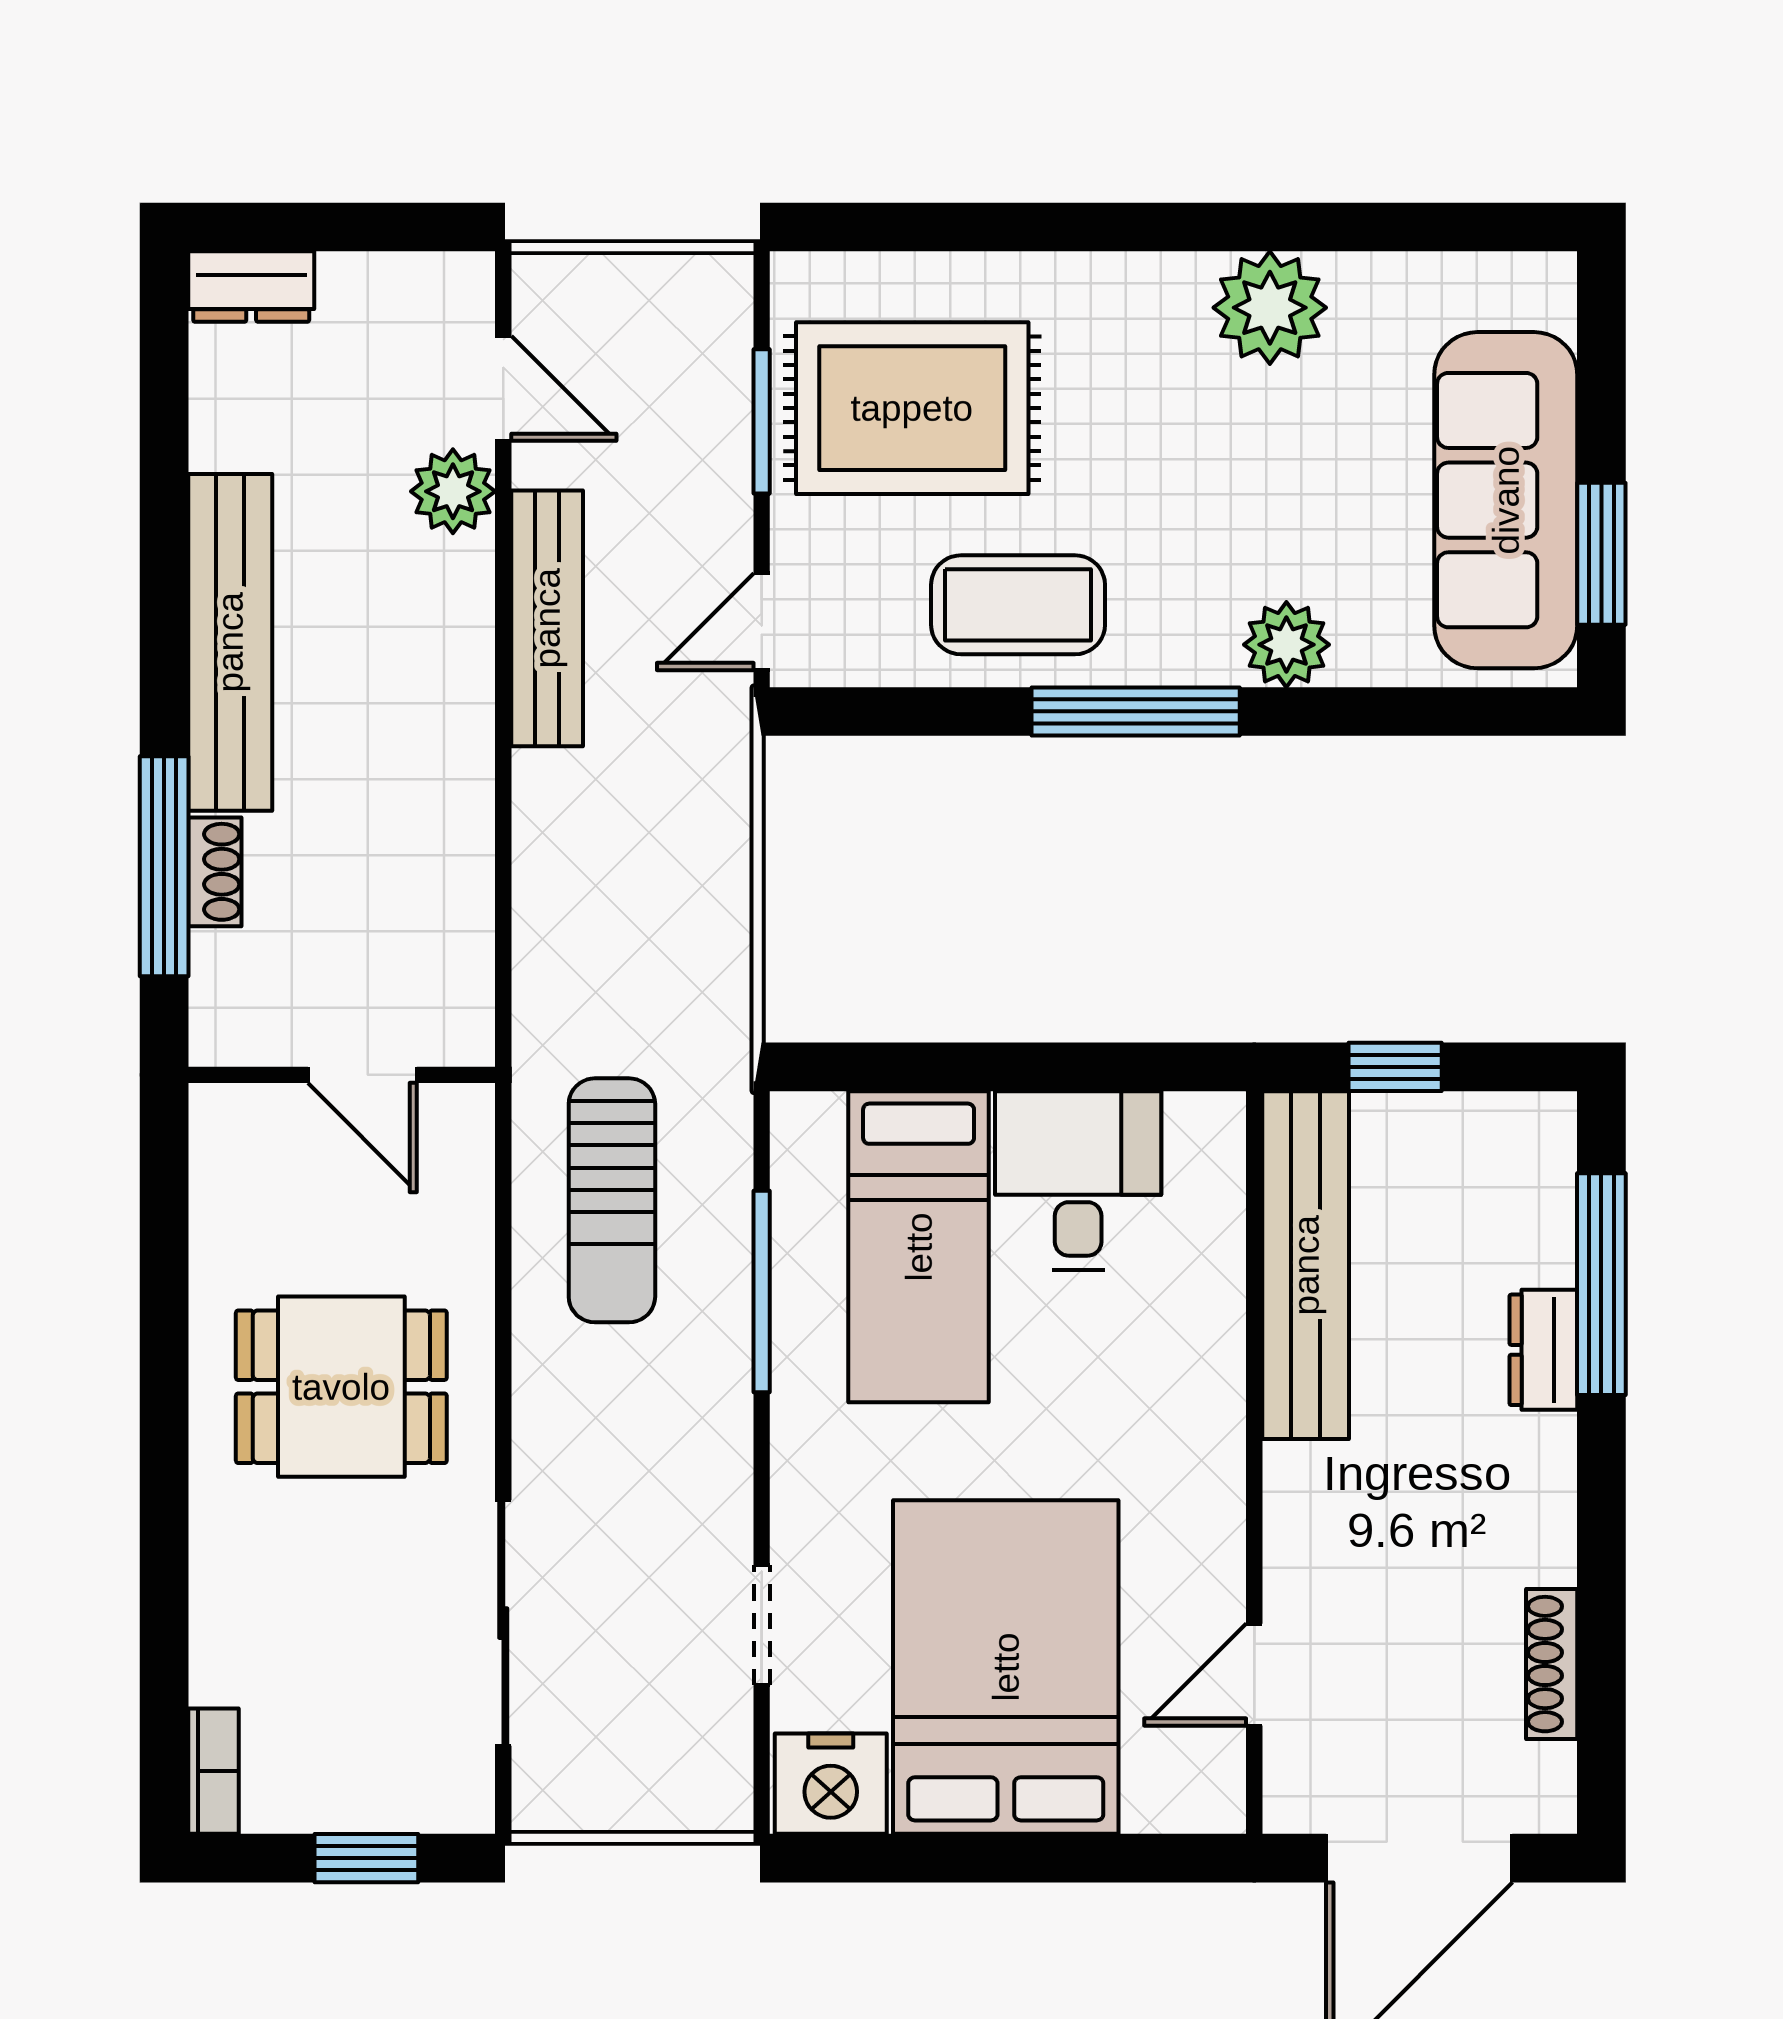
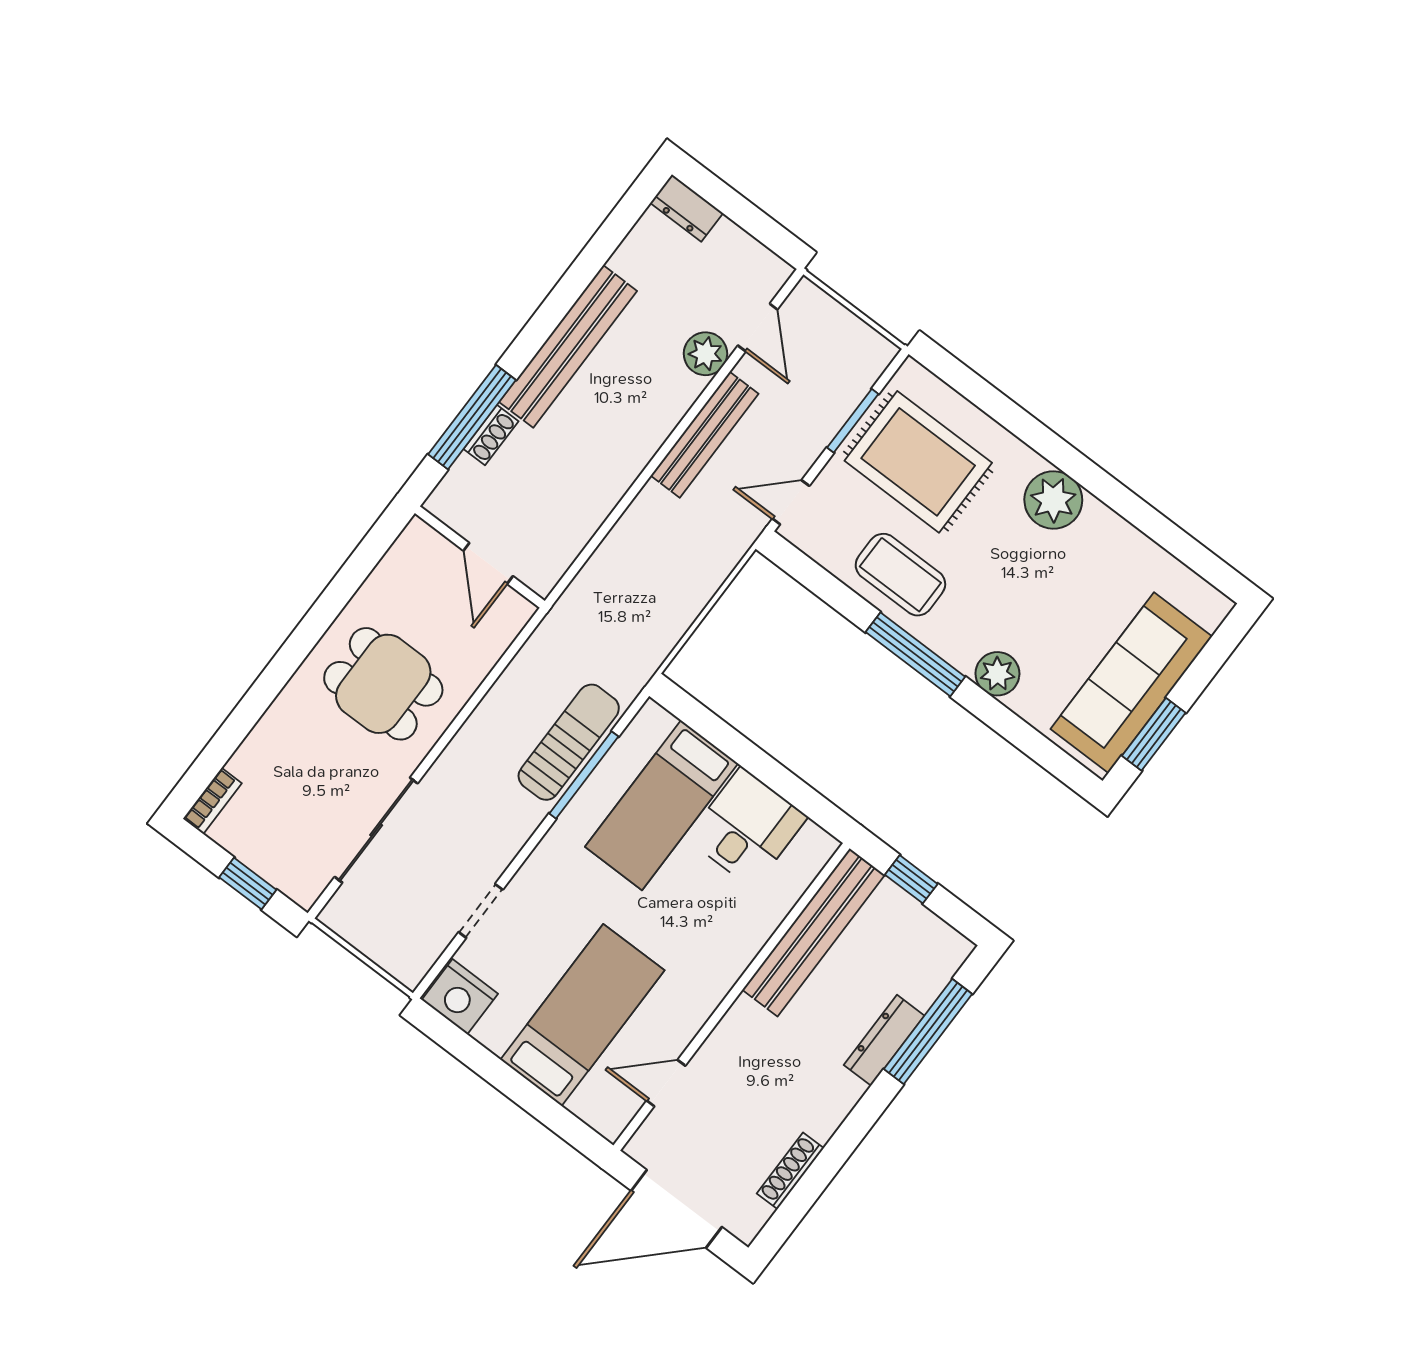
plant: (1270, 308) -> (1053, 500), moved
sun lounger: (612, 1200) -> (569, 742), moved, turned 180
dresser: (1543, 1350) -> (884, 1040), width x1.44
bed: (1006, 1667) -> (582, 1015), width x0.67

